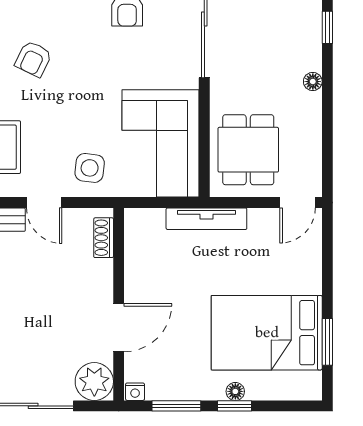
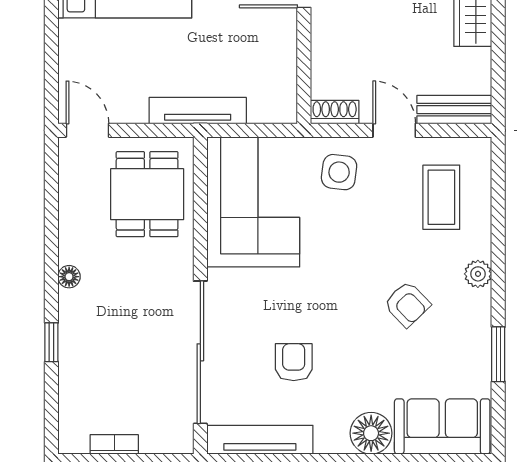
armchair: (33, 59) -> (407, 304), turned 110
door: (298, 202) -> (87, 130), hinge flipped
shoe rack: (104, 238) -> (335, 112), moved, turned -90

